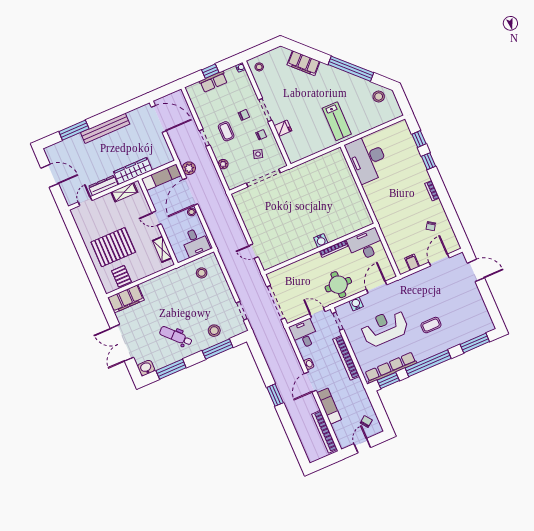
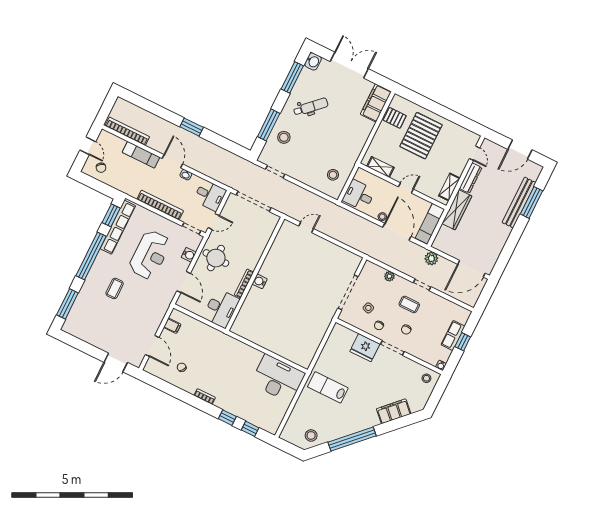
bench: (105, 128) -> (519, 203), moved
fridge: (283, 128) -> (365, 348), width x1.88, depth x1.34
plant: (189, 168) -> (431, 258), moved

